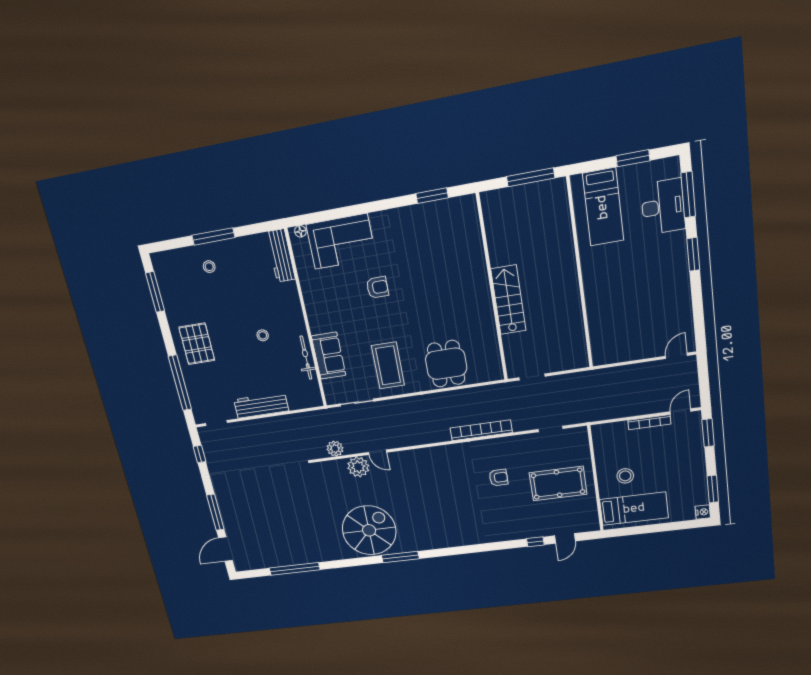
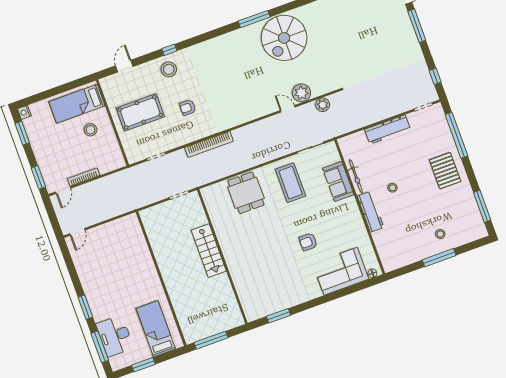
workbench: (281, 256) -> (371, 212), moved
stool: (512, 524) -> (169, 69), added
window: (535, 542) -> (169, 50), moved

